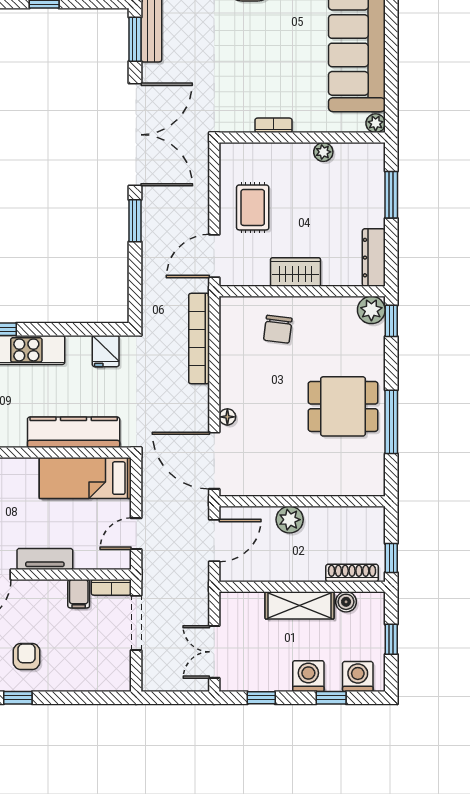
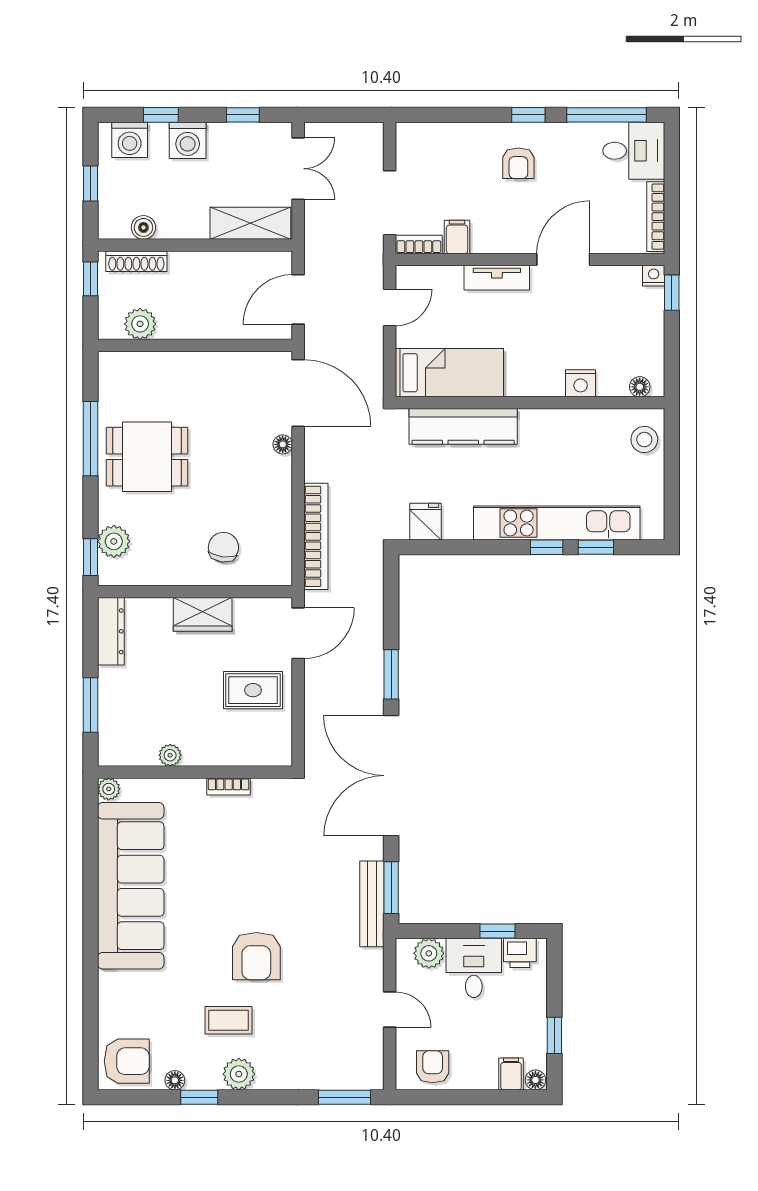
rug: (253, 207) -> (253, 690), turned 90
plant: (371, 310) -> (114, 541), moved
plant: (290, 520) -> (140, 324), moved
shelving: (300, 605) -> (250, 223), moved

